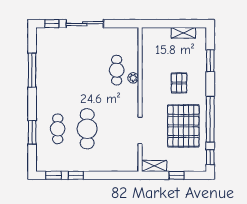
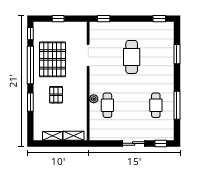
sliding door: (85, 24) -> (134, 143), width x0.73
window: (210, 61) -> (30, 102), moved
cafe table: (58, 129) -> (156, 105), moved
shelving: (154, 166) -> (73, 136), moved
window: (76, 175) -> (104, 19), moved

